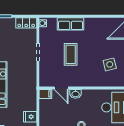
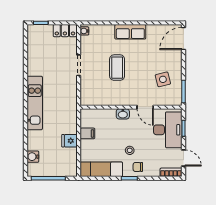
row of seats: (71, 24) -> (130, 32), moved
door: (61, 88) -> (145, 107), moved
filing cabinet: (45, 94) -> (87, 133), moved

